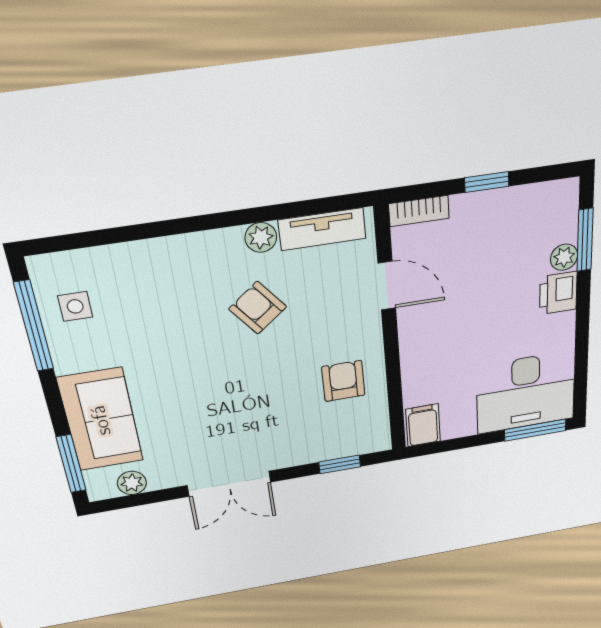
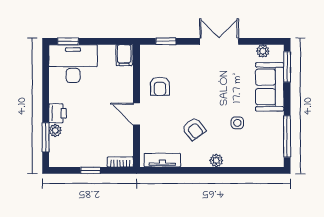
plant: (261, 237) -> (216, 160), moved
door: (387, 286) -> (137, 114), moved
side table: (75, 306) -> (237, 123), moved
window: (535, 430) -> (68, 41), width x0.67

